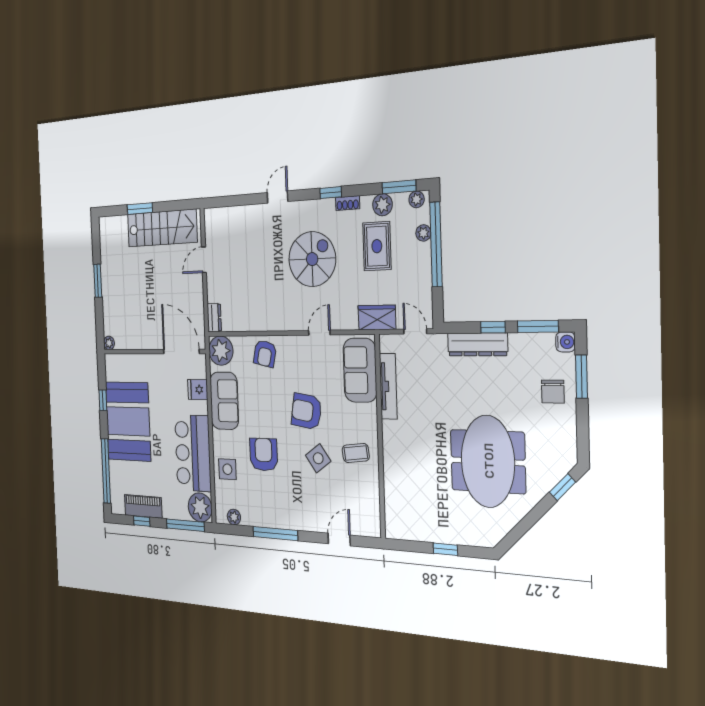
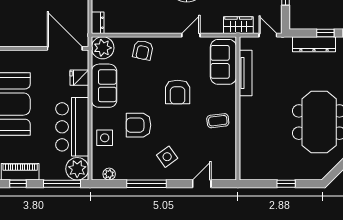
armchair: (306, 411) -> (178, 92), turned -99
armchair: (264, 454) -> (138, 125), turned -90
side table: (318, 458) -> (167, 157), moved

